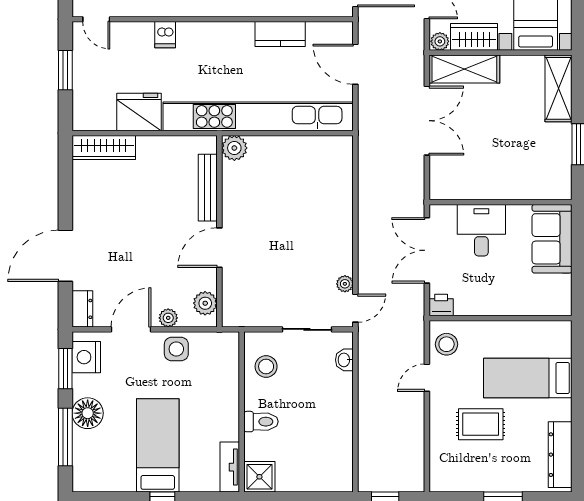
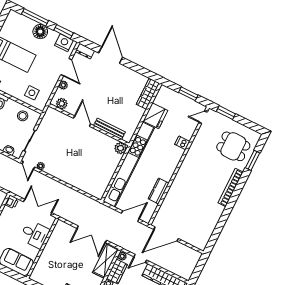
side table: (176, 349) -> (32, 93), moved

